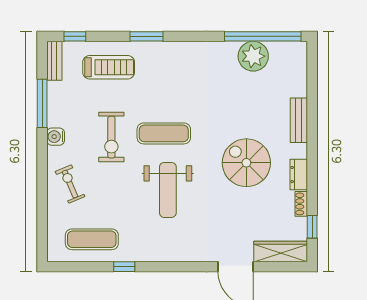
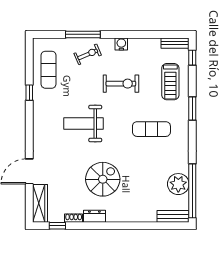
window: (42, 103) -> (83, 34), moved
bench: (299, 120) -> (173, 216), moved
exercise mat: (164, 133) -> (151, 129), moved, turned 90
exercise bike: (111, 137) -> (121, 84), turned 180

